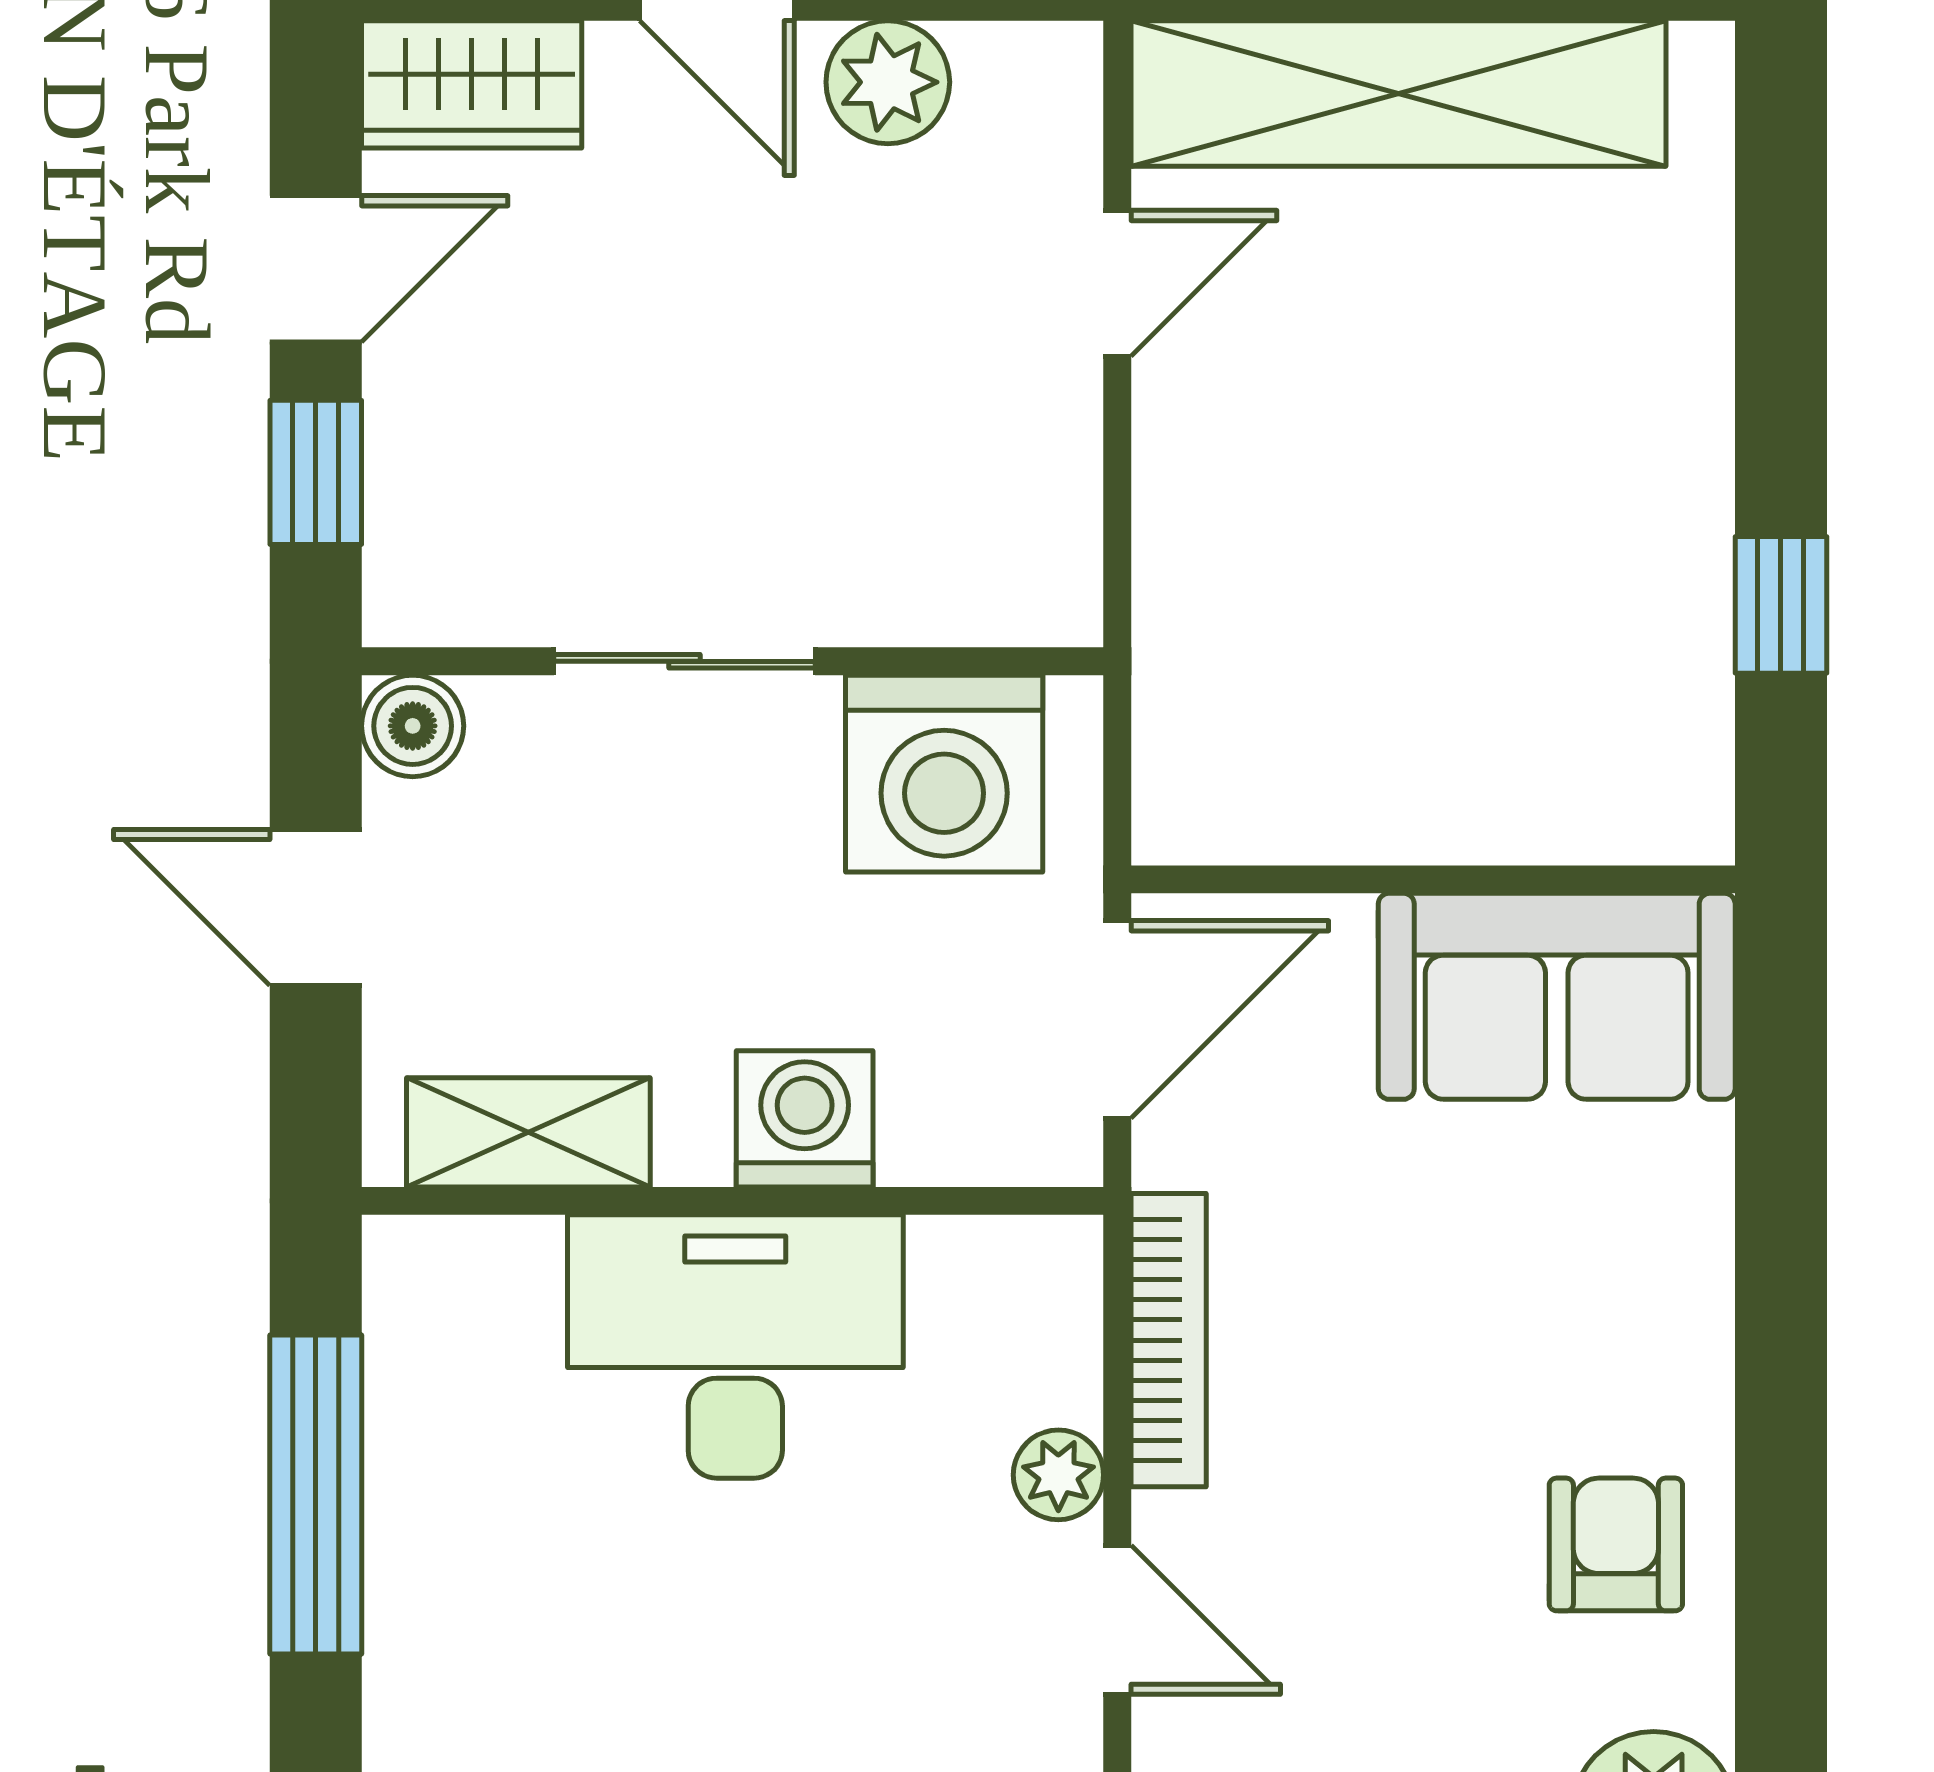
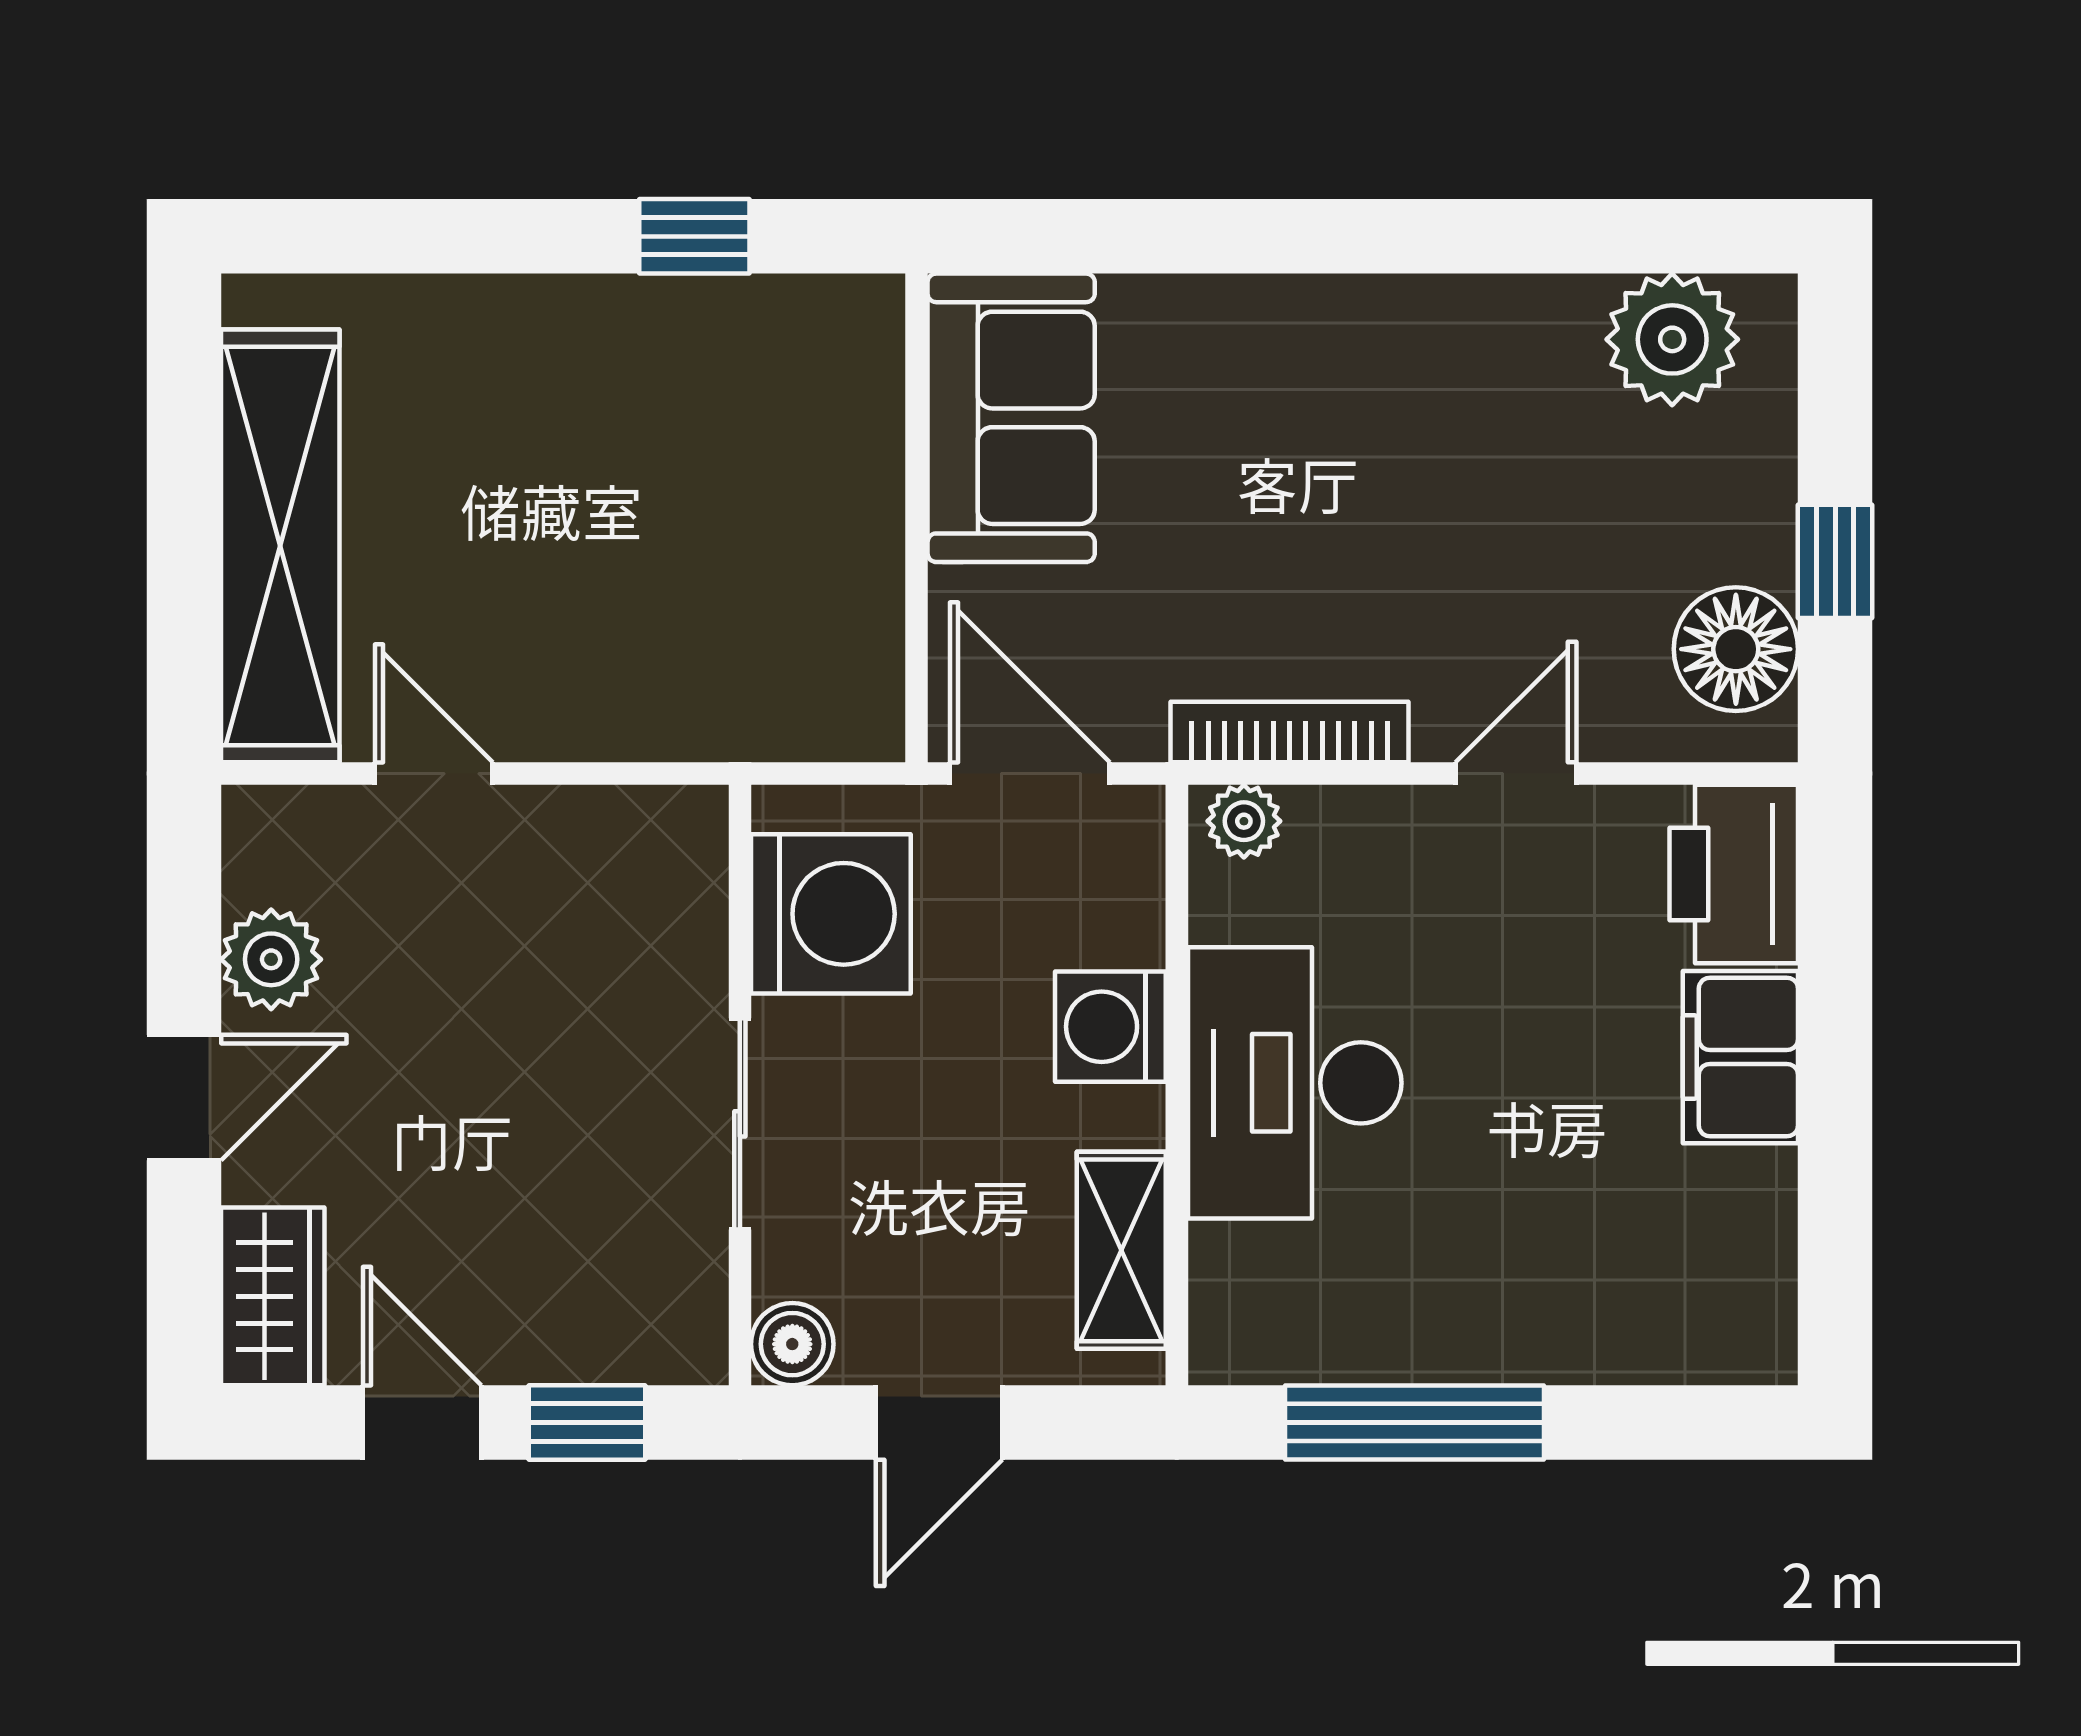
plant: (1058, 1475) -> (1244, 821), moved
armchair: (1616, 1544) -> (1455, 370), removed

